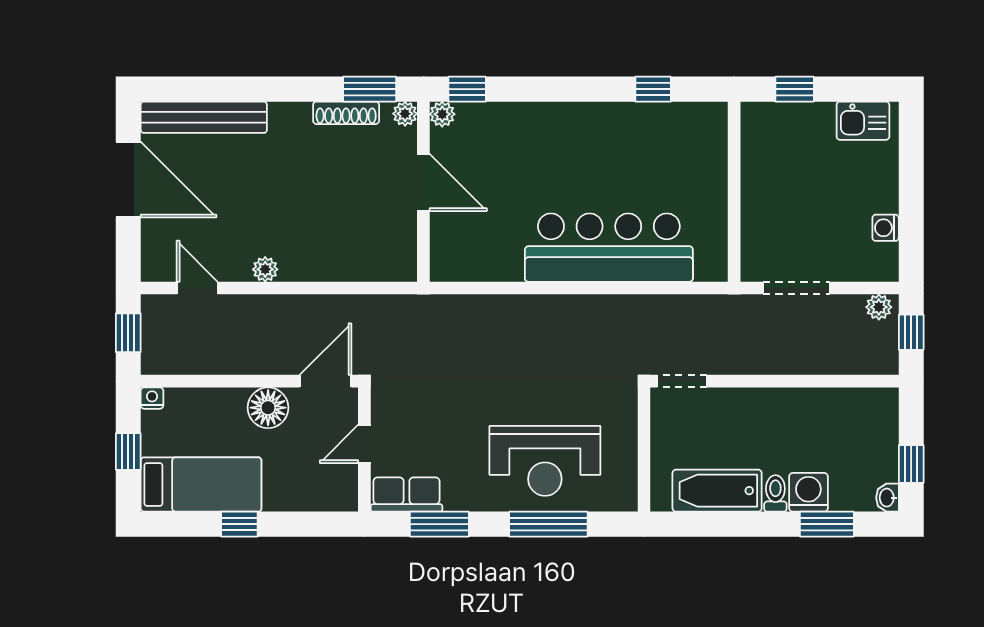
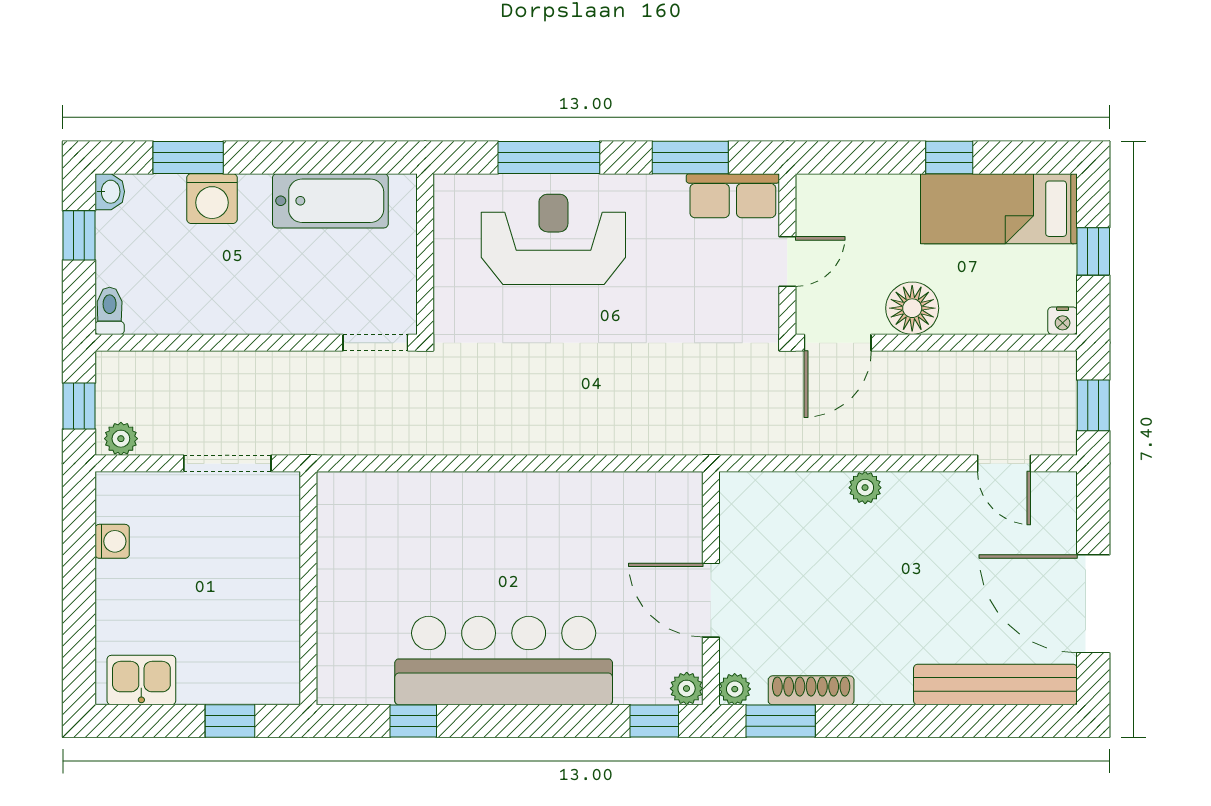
bar counter: (609, 248) -> (504, 661), moved, turned 180
plant: (265, 269) -> (865, 488), moved
toilet: (775, 493) -> (110, 311), moved, turned 180

